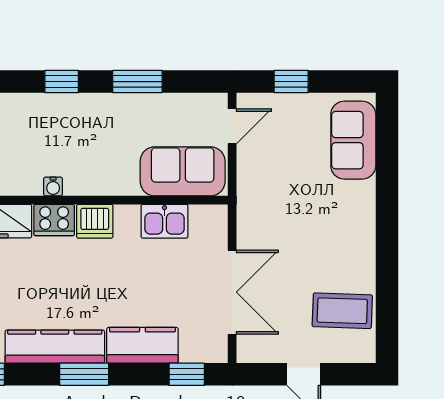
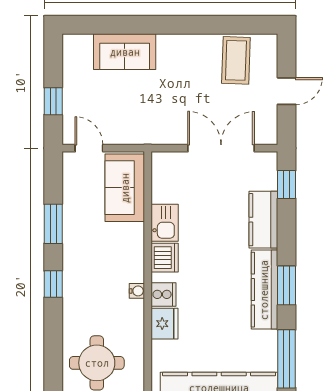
sofa: (353, 140) -> (125, 52), moved
cooker: (54, 220) -> (164, 294), width x0.73
kitchen sink: (164, 221) -> (165, 223), moved
window: (84, 374) -> (287, 285), moved

